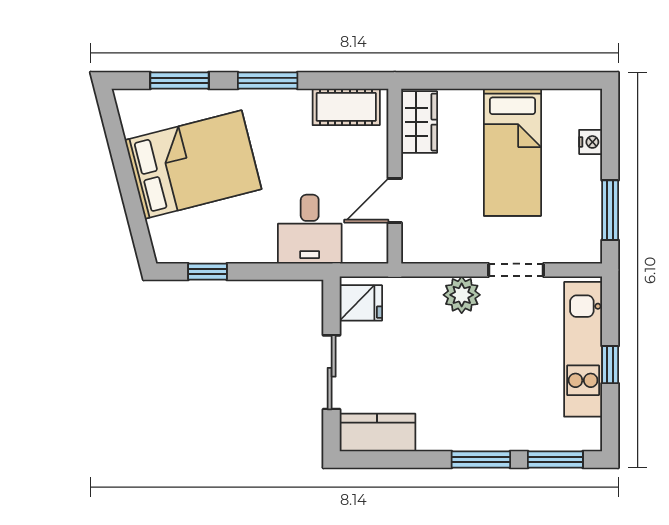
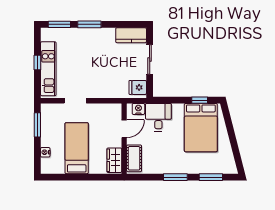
cot: (346, 107) -> (134, 158), moved, turned 90
bed: (193, 165) -> (201, 128), moved, turned -76
nightstand: (359, 250) -> (138, 109), added
plant: (462, 295) -> (97, 91), removed

